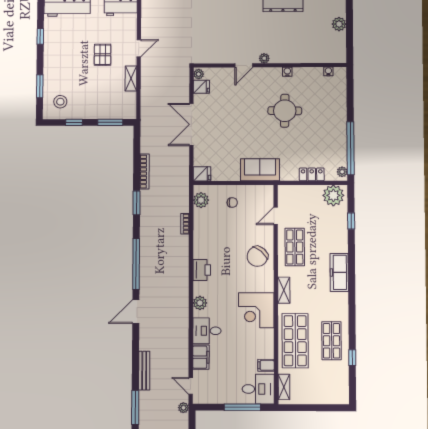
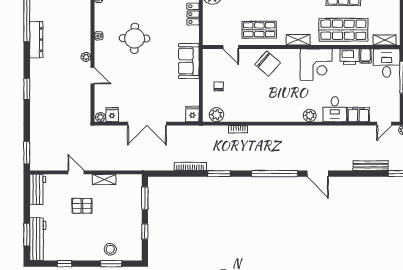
stool: (60, 102) -> (110, 249), moved
printer: (202, 270) -> (350, 57), moved, turned 180

